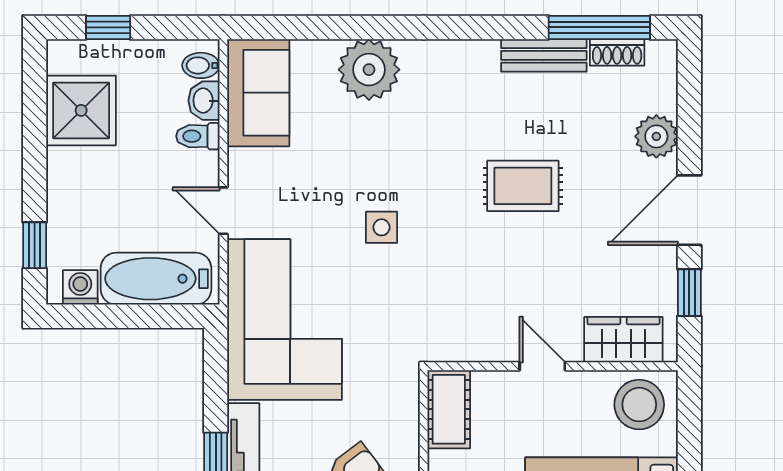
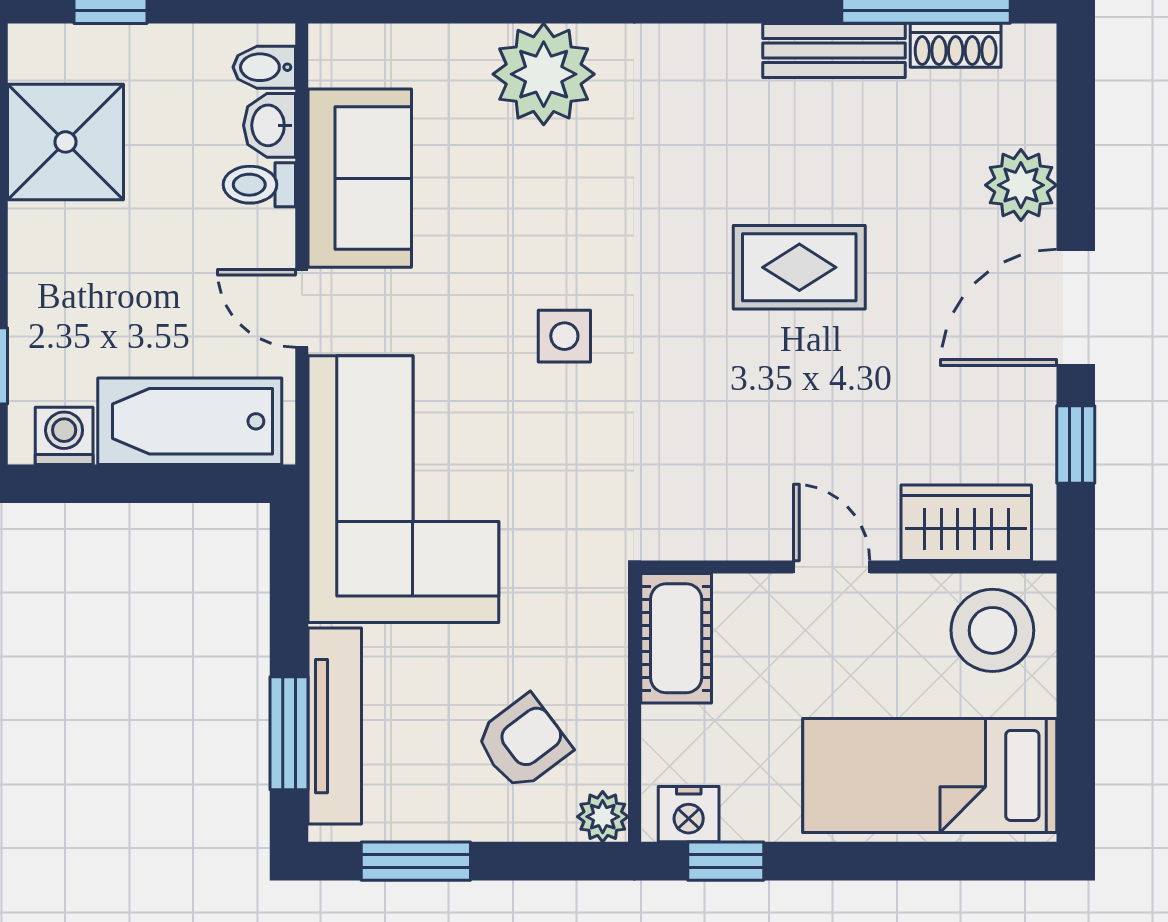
sofa: (258, 93) -> (360, 178), moved

